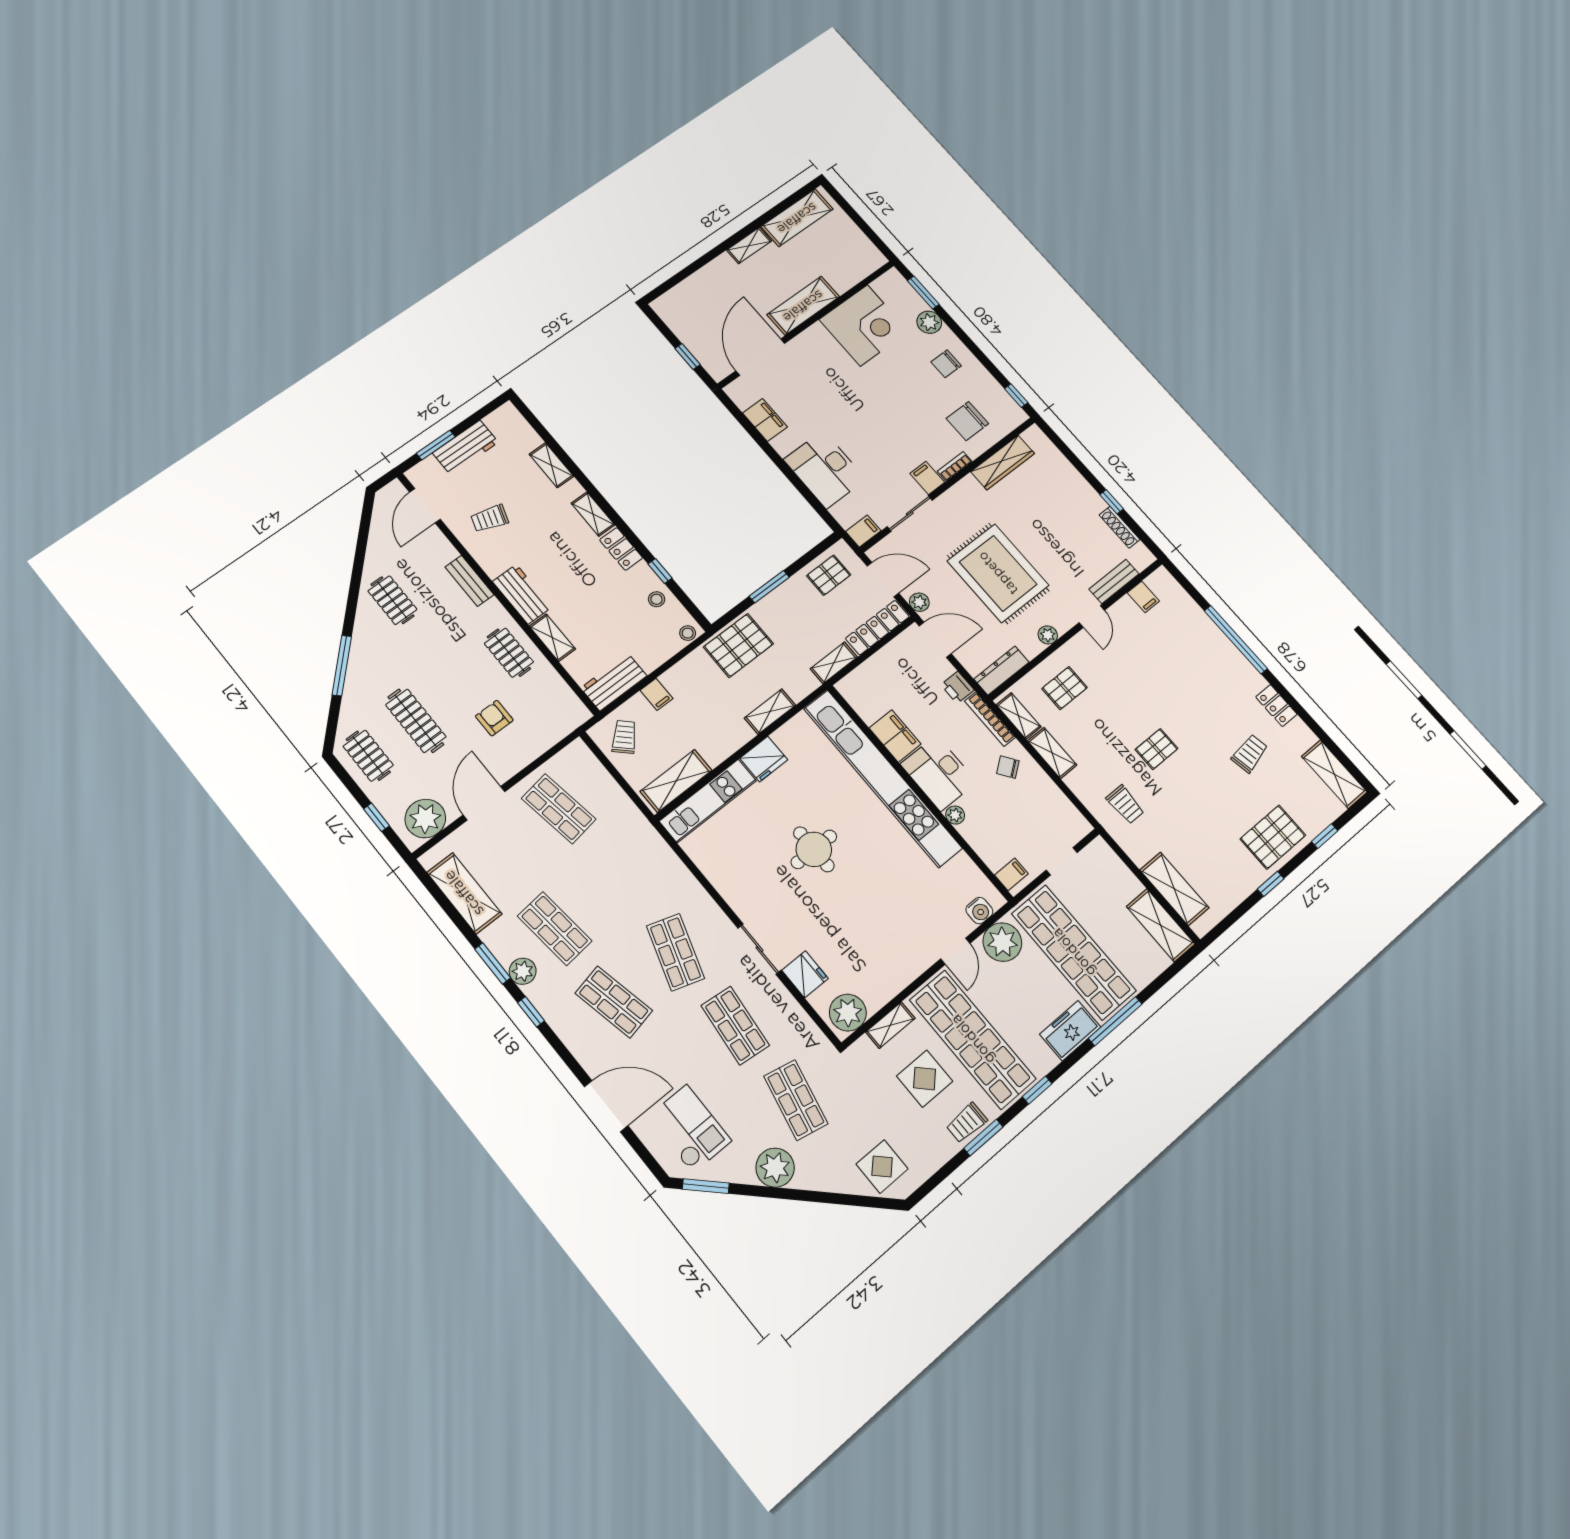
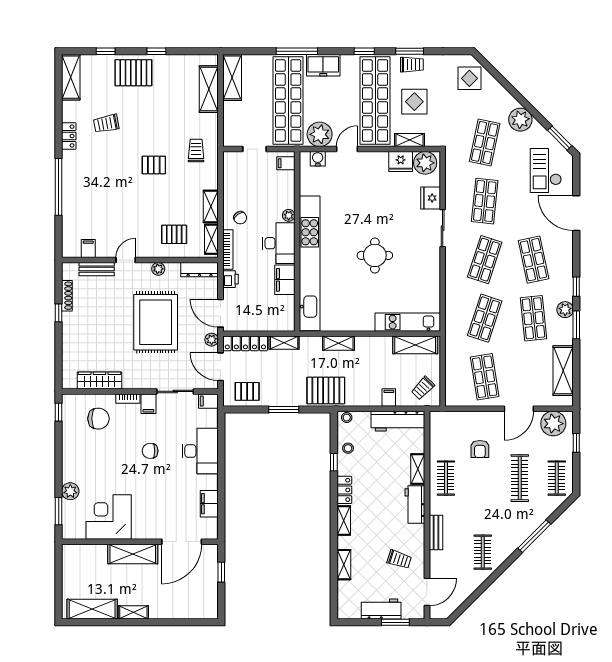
chair: (946, 364) -> (150, 451), moved, turned 180
workbench: (614, 682) -> (398, 421), width x1.37
fridge: (764, 759) -> (401, 162), moved, turned 180
shop shelf: (617, 880) -> (485, 318), added

